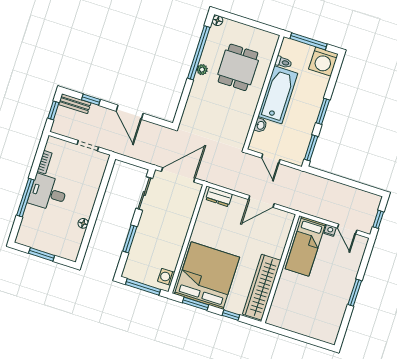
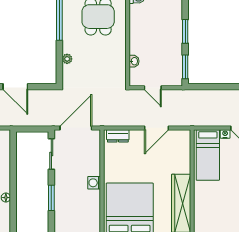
plant: (202, 70) -> (67, 59), moved
bathtub: (278, 95) -> (141, 29), removed
washing machine: (166, 277) -> (94, 183), moved

